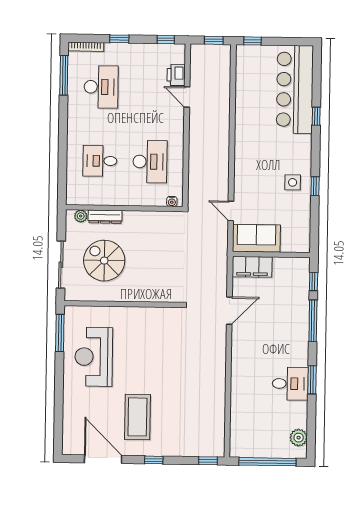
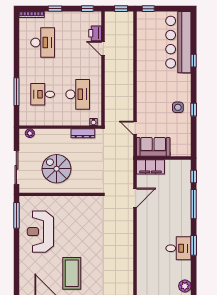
window: (64, 75) -> (16, 92), moved
dresser: (105, 217) -> (83, 133), moved
spiral stairs: (104, 261) -> (57, 169), moved

